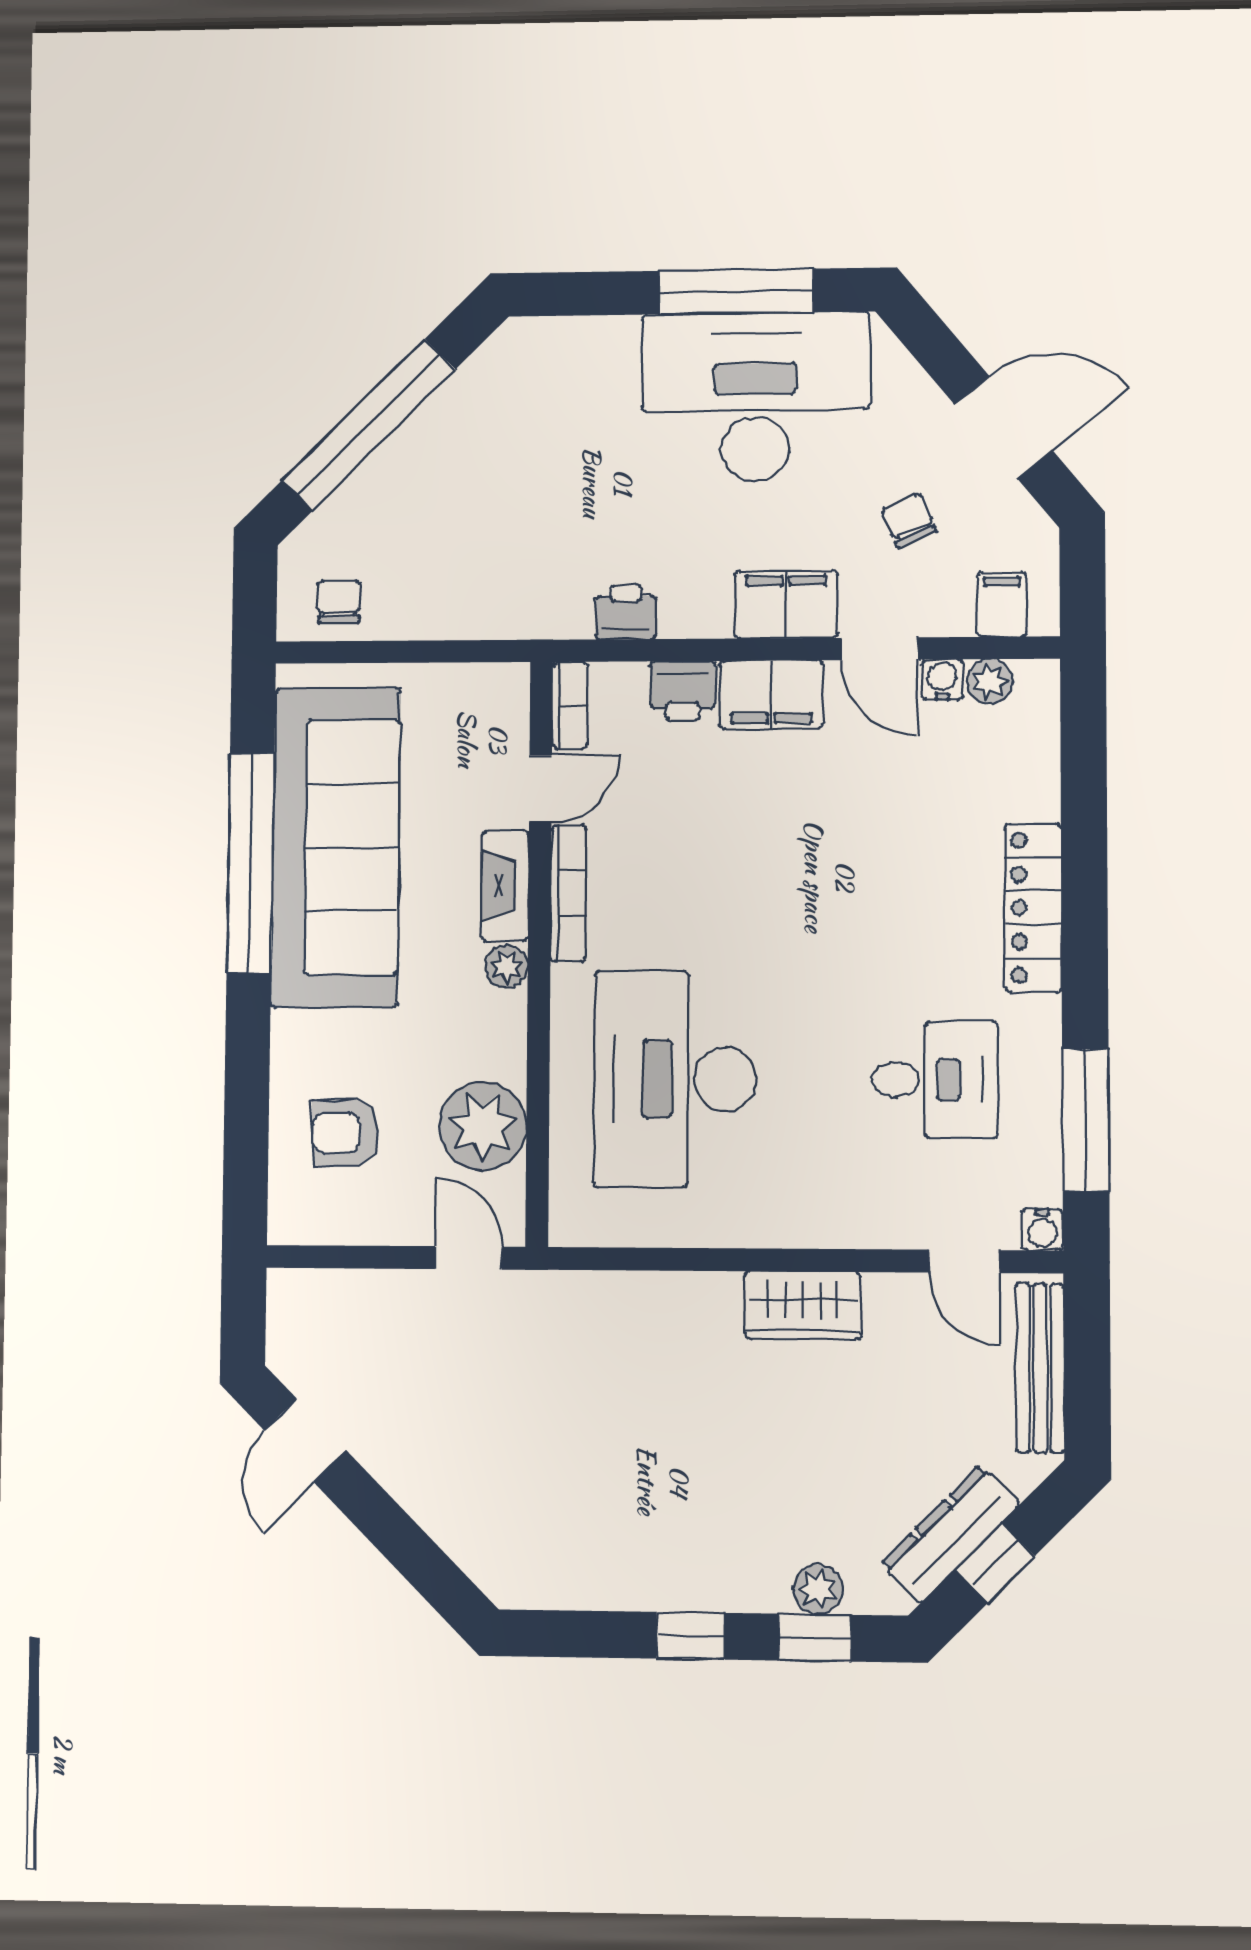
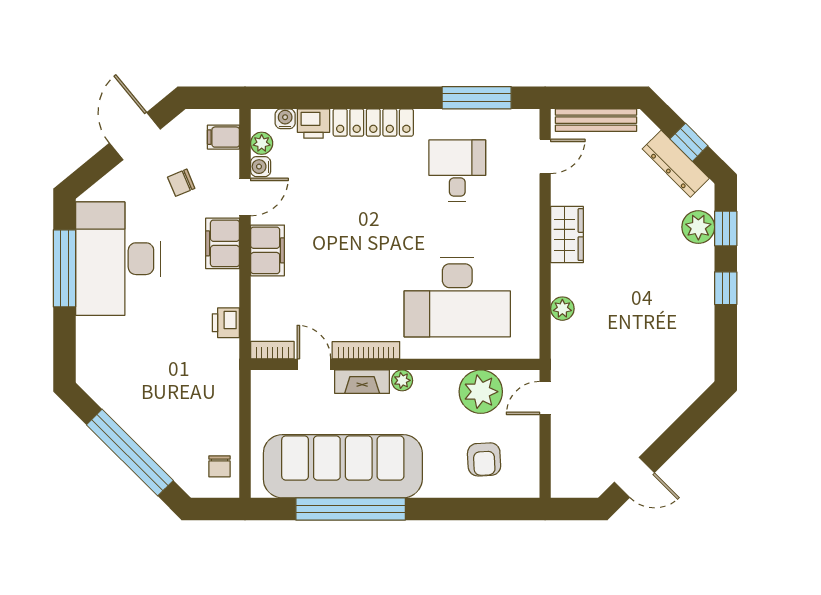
chair: (339, 602) -> (220, 466), turned -90
printer: (683, 691) -> (313, 124), moved, turned 90
water cooler: (1042, 1230) -> (285, 119), moved, turned -90
plant: (650, 1295) -> (562, 309), added
plant: (818, 1589) -> (698, 227), width x1.38, depth x1.38

